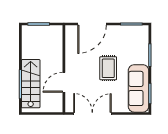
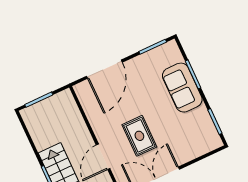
rug: (108, 68) -> (139, 136), moved
sofa: (139, 88) -> (182, 88), moved, width x0.73

